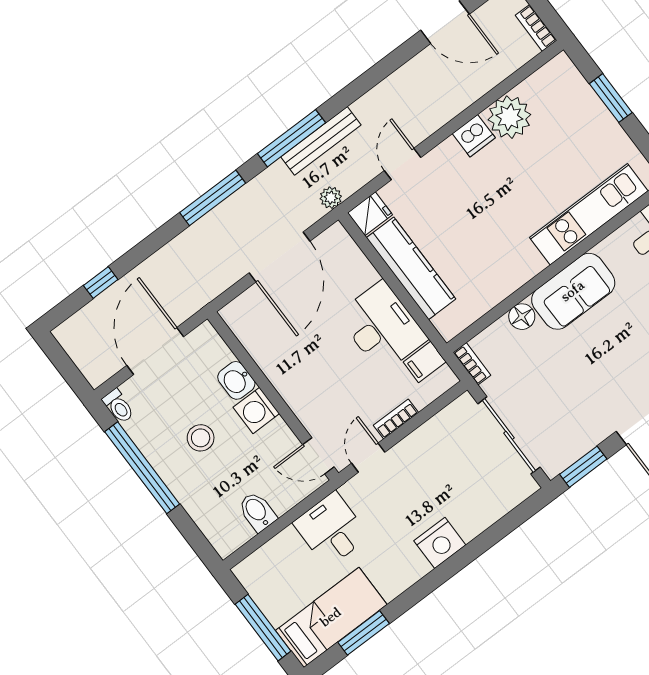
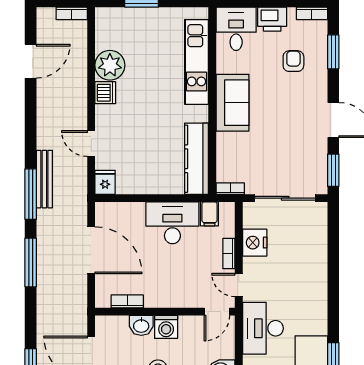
plant: (331, 198) -> (80, 197), removed
kitchen counter: (411, 268) -> (197, 159), moved, turned -90
floor lamp: (522, 317) -> (225, 142), removed
bookcase: (252, 343) -> (127, 301), added
desk: (331, 530) -> (263, 328), width x1.37
nightstand: (440, 543) -> (255, 243), moved, turned 180

